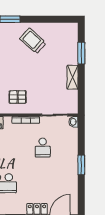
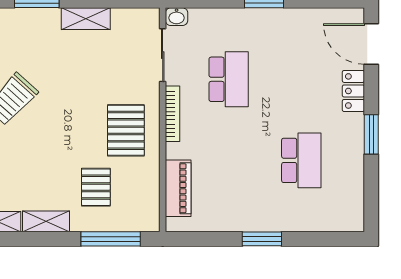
pallet: (18, 97) -> (126, 130), width x1.50, depth x1.42
school desk: (43, 148) -> (229, 79), width x1.85

